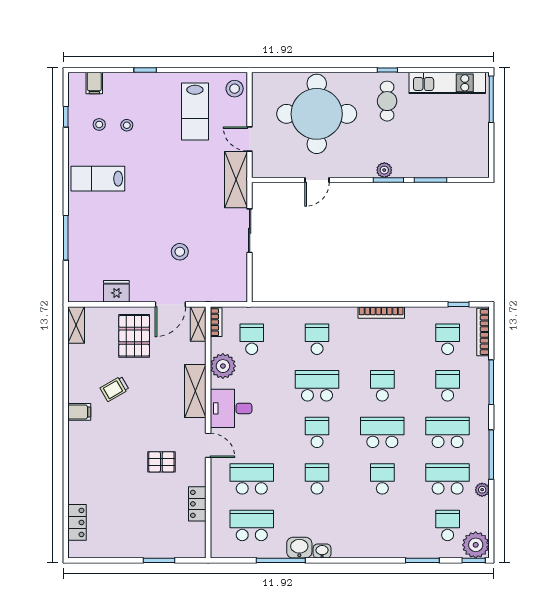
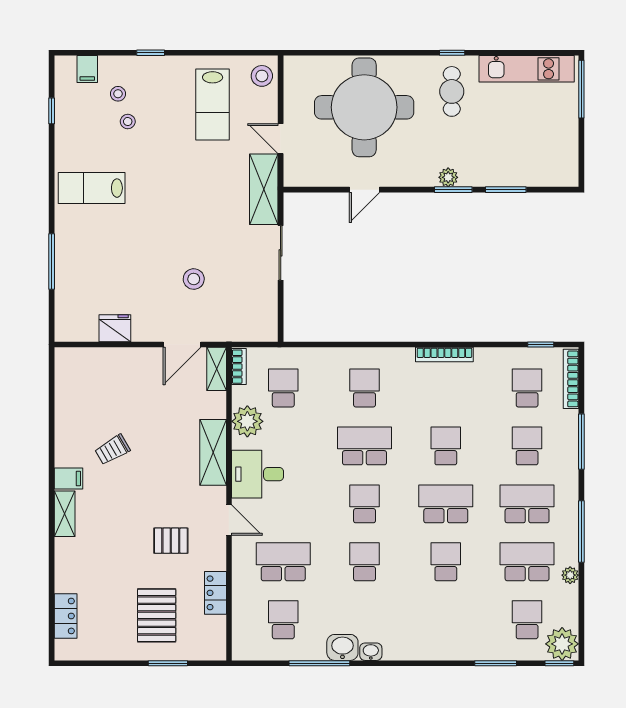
stool: (99, 124) -> (118, 94), moved
shelving: (76, 325) -> (65, 514), moved
pallet: (134, 336) -> (157, 615), moved
school desk: (252, 525) -> (283, 620), width x0.54

